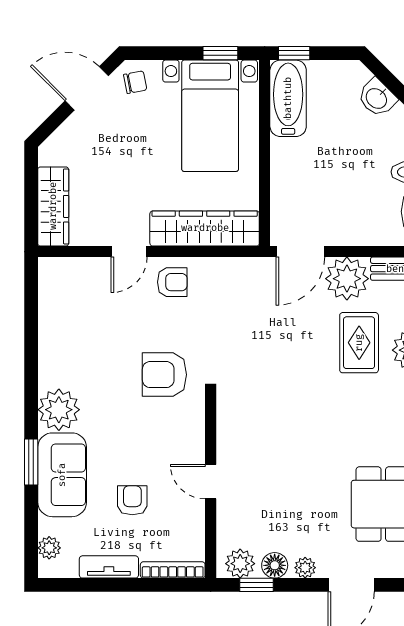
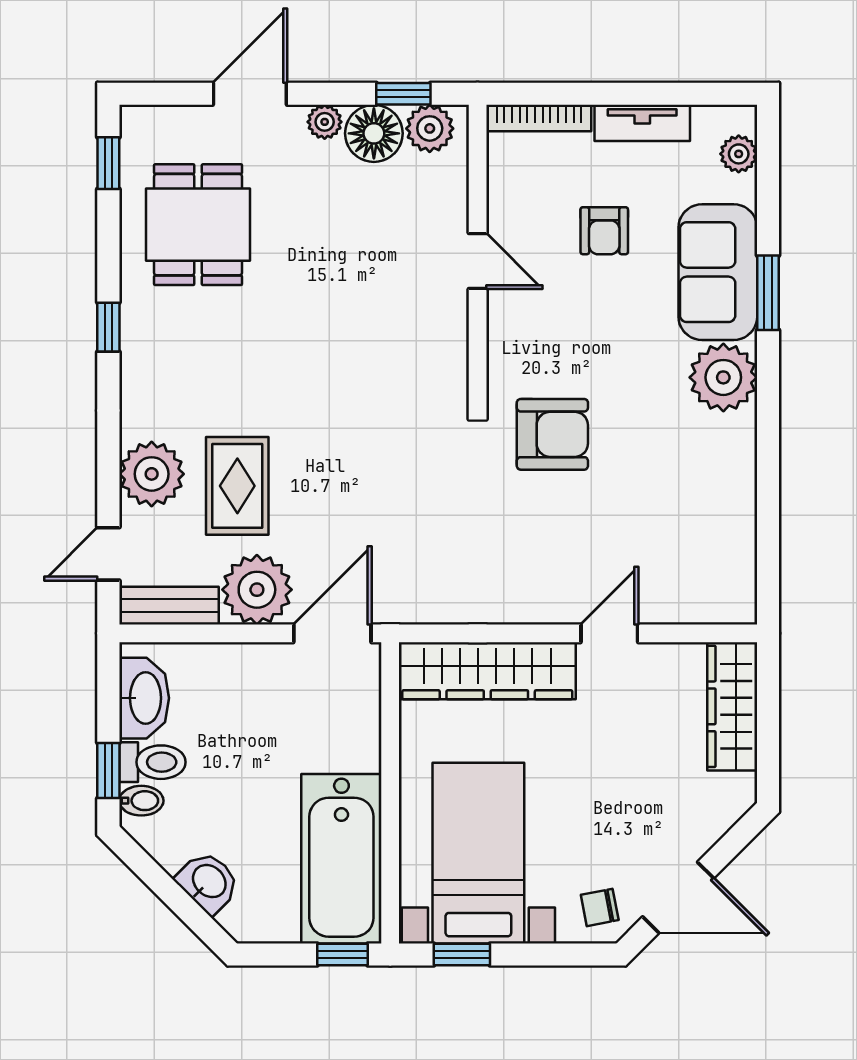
bathtub: (288, 98) -> (341, 859), width x1.36, depth x1.36
armchair: (172, 282) -> (540, 584), removed
floor lamp: (275, 565) -> (374, 133), width x1.38, depth x1.38

